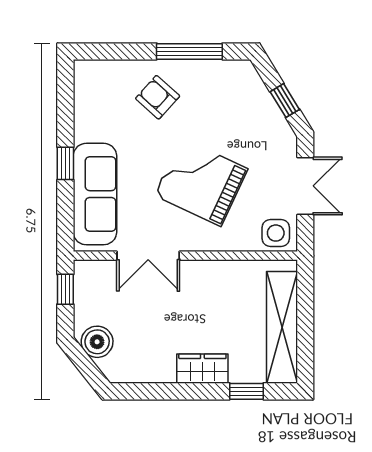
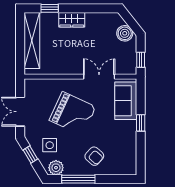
plant: (234, 74) -> (56, 168), added
sofa: (95, 194) -> (126, 101), width x0.73
side table: (276, 233) -> (50, 145), moved

